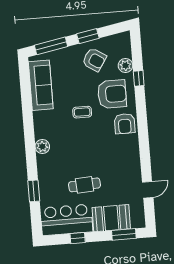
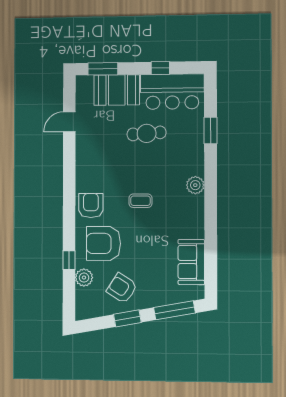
sofa: (41, 85) -> (191, 262), width x0.73
coffee table: (82, 112) -> (140, 201), moved

